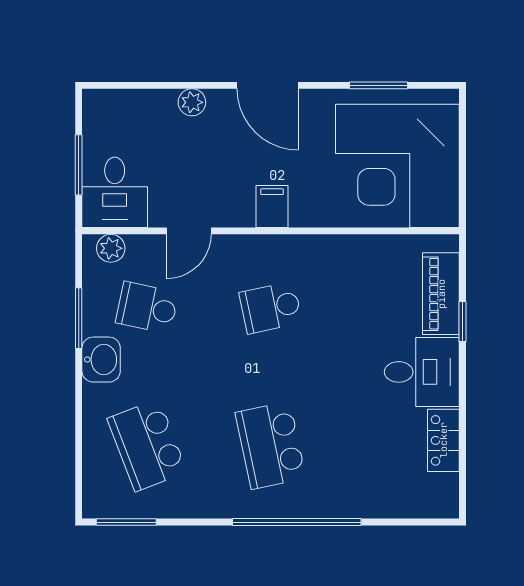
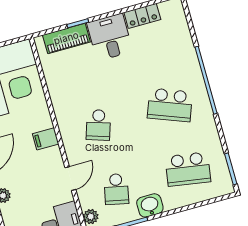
door: (189, 231) -> (70, 179), hinge flipped
school desk: (271, 308) -> (98, 125), turned 30
school desk: (147, 445) -> (188, 169), turned 30
school desk: (271, 445) -> (170, 105), turned 33

